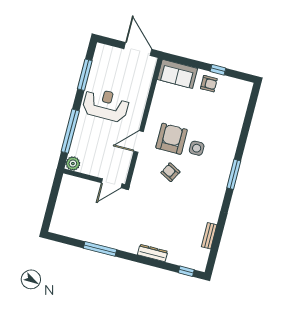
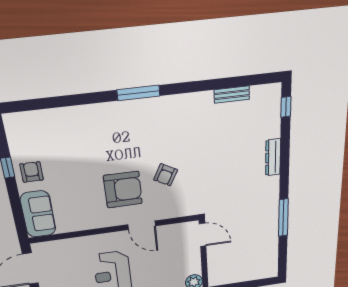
armchair: (172, 139) -> (123, 190), turned 180
side table: (197, 148) -> (123, 155), removed

